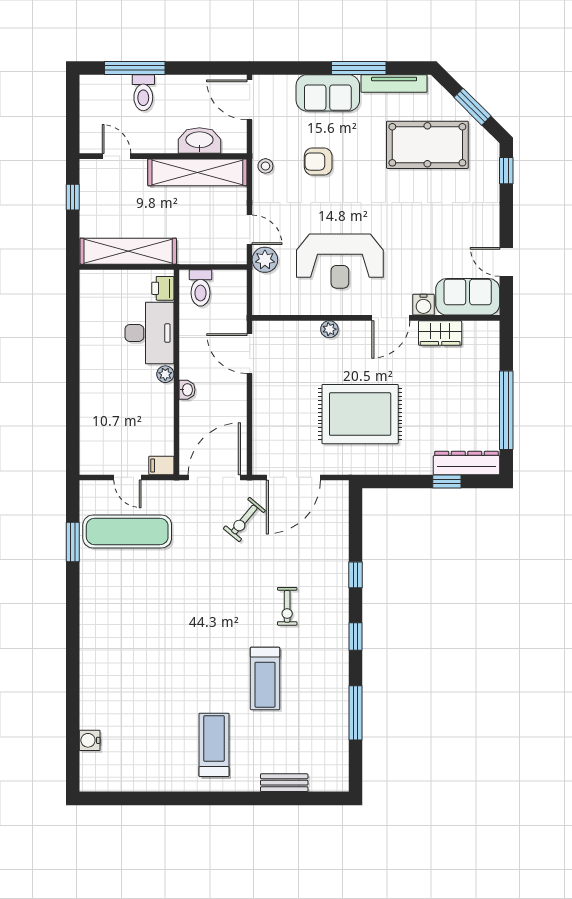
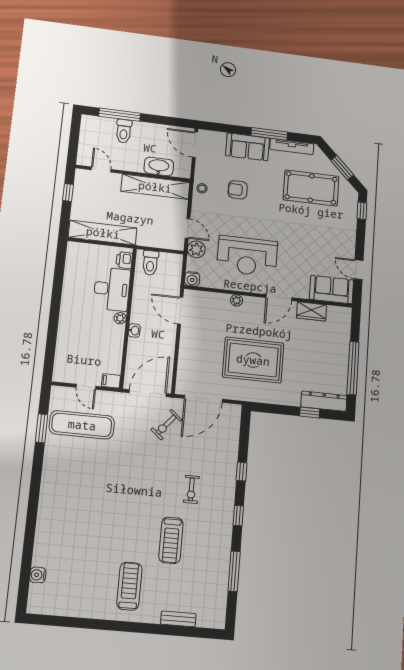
water cooler: (423, 305) -> (192, 279), moved

